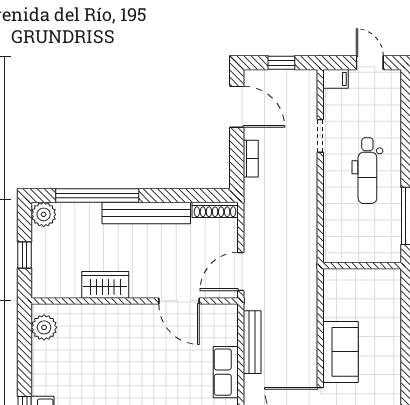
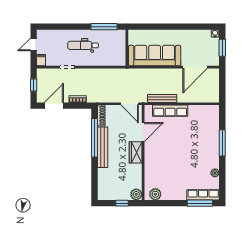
dental chair: (367, 171) -> (83, 45), turned 180
window: (97, 195) -> (95, 138), moved
plant: (44, 214) -> (136, 194), moved
wardrobe: (105, 285) -> (136, 152), moved
sofa: (341, 352) -> (155, 56), width x1.85, depth x1.27
row of seats: (226, 372) -> (170, 111), width x1.48

